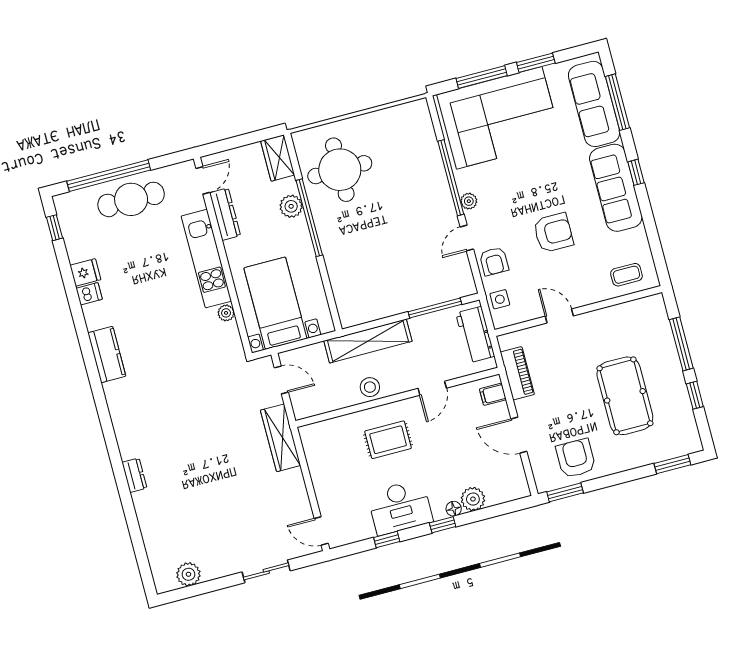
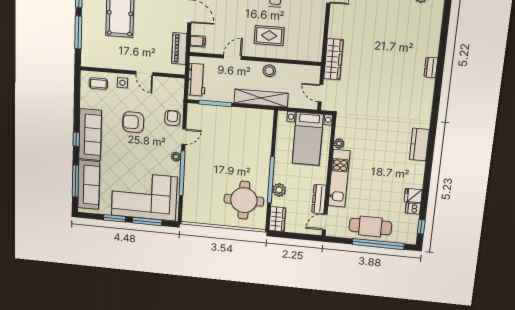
dishwasher: (89, 294) -> (413, 208), moved
side table: (500, 299) -> (122, 83), moved

